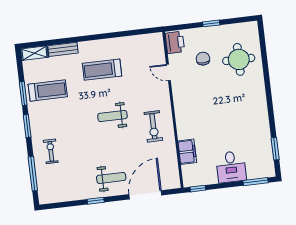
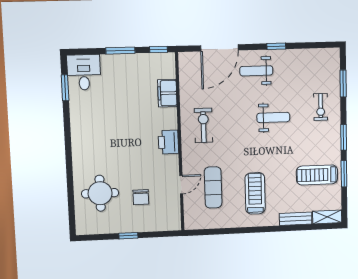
printer: (175, 42) -> (168, 142), moved
treadmill: (102, 70) -> (255, 193), turned -90
exercise mat: (140, 72) -> (213, 187), added
door: (168, 72) -> (181, 185), hinge flipped
weight bench: (112, 116) -> (273, 117), moved
desk: (231, 167) -> (84, 72), moved
window: (33, 174) -> (343, 83), width x0.69
window: (256, 182) -> (120, 51), moved

